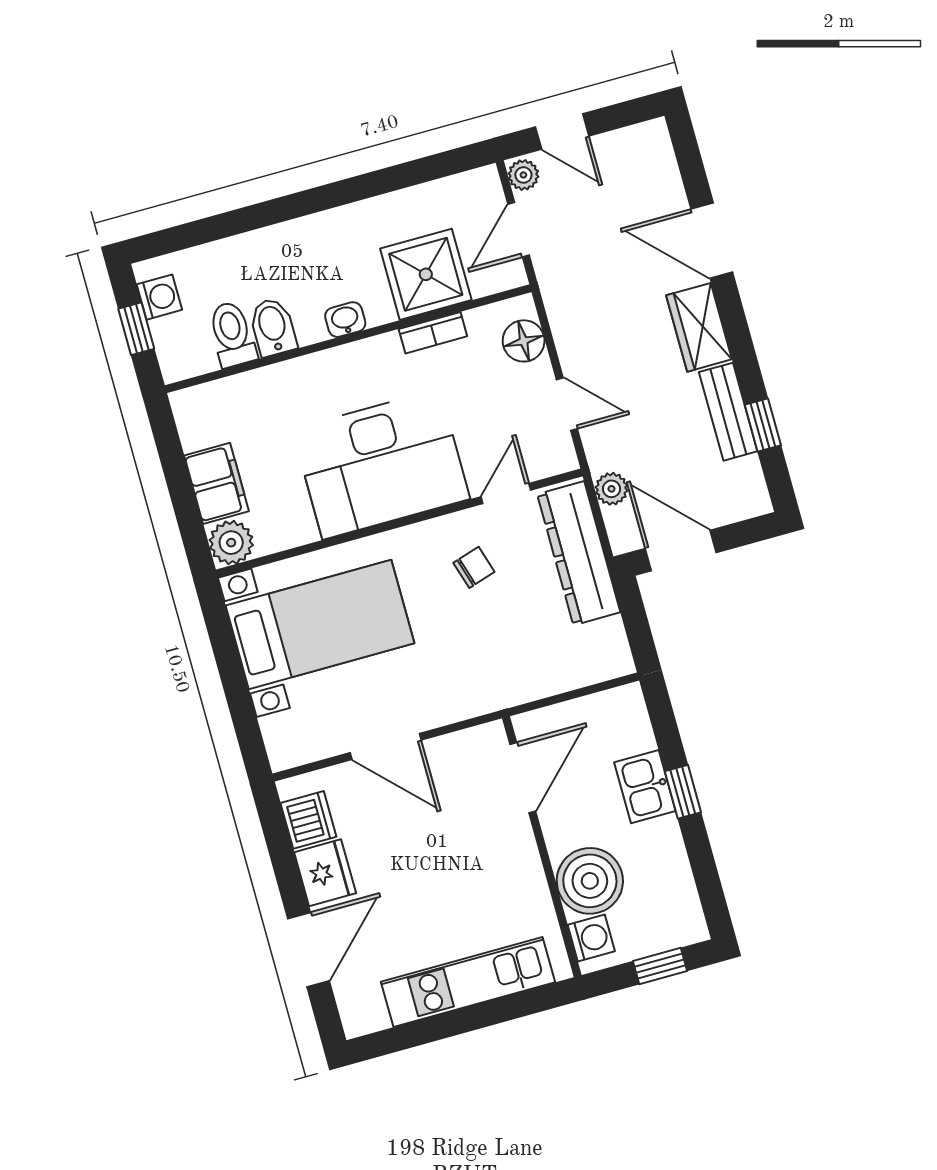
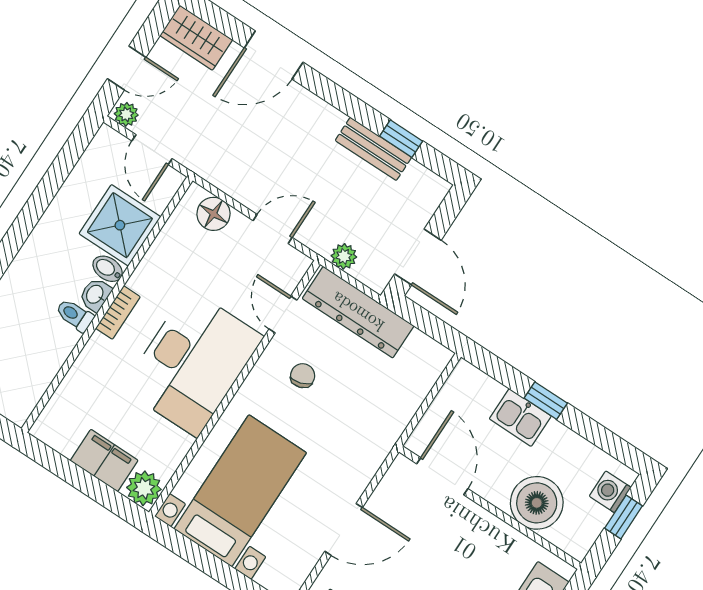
bidet: (273, 327) -> (108, 269), moved, width x0.72, depth x0.74
wardrobe: (699, 327) -> (196, 38), moved
bookcase: (433, 333) -> (118, 313), moved
toilet: (232, 334) -> (75, 315), moved, width x0.73, depth x0.72
door: (681, 551) -> (418, 257), swing flipped
washing machine: (591, 938) -> (610, 492), moved, turned -90

